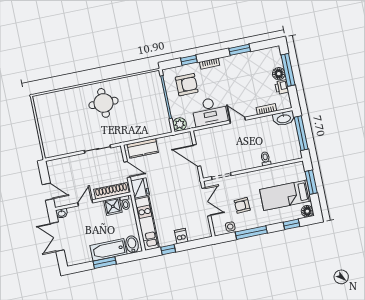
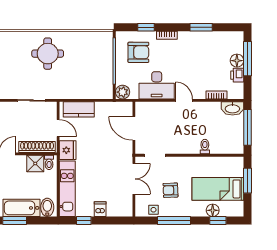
floor lamp: (307, 211) -> (213, 210), moved

